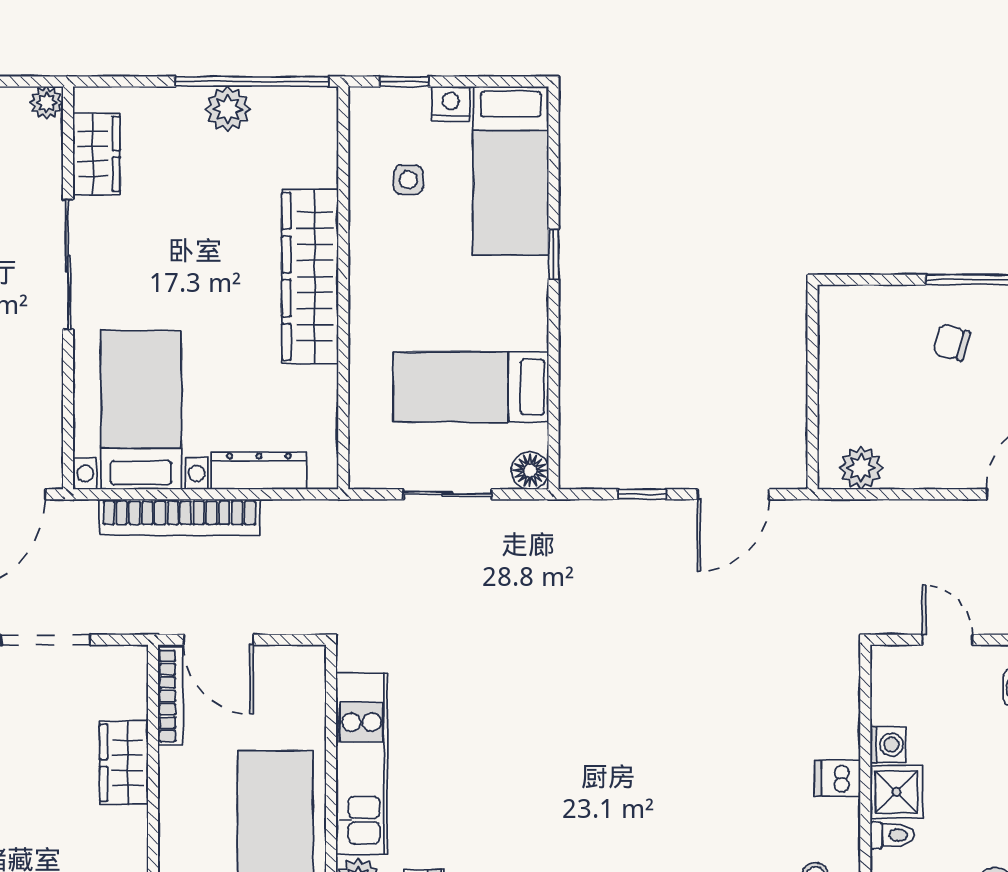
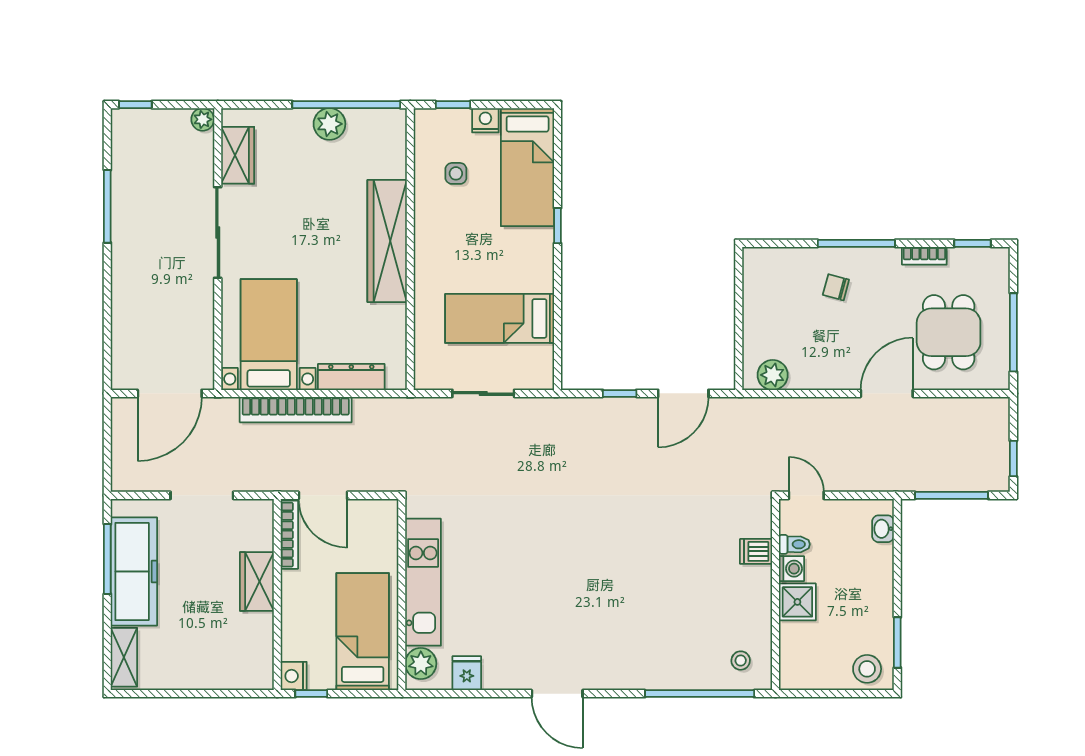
floor lamp: (530, 471) -> (541, 377), removed
door: (947, 640) -> (806, 495), moved
dishwasher: (837, 778) -> (756, 551), moved
toilet: (892, 835) -> (794, 544), moved

